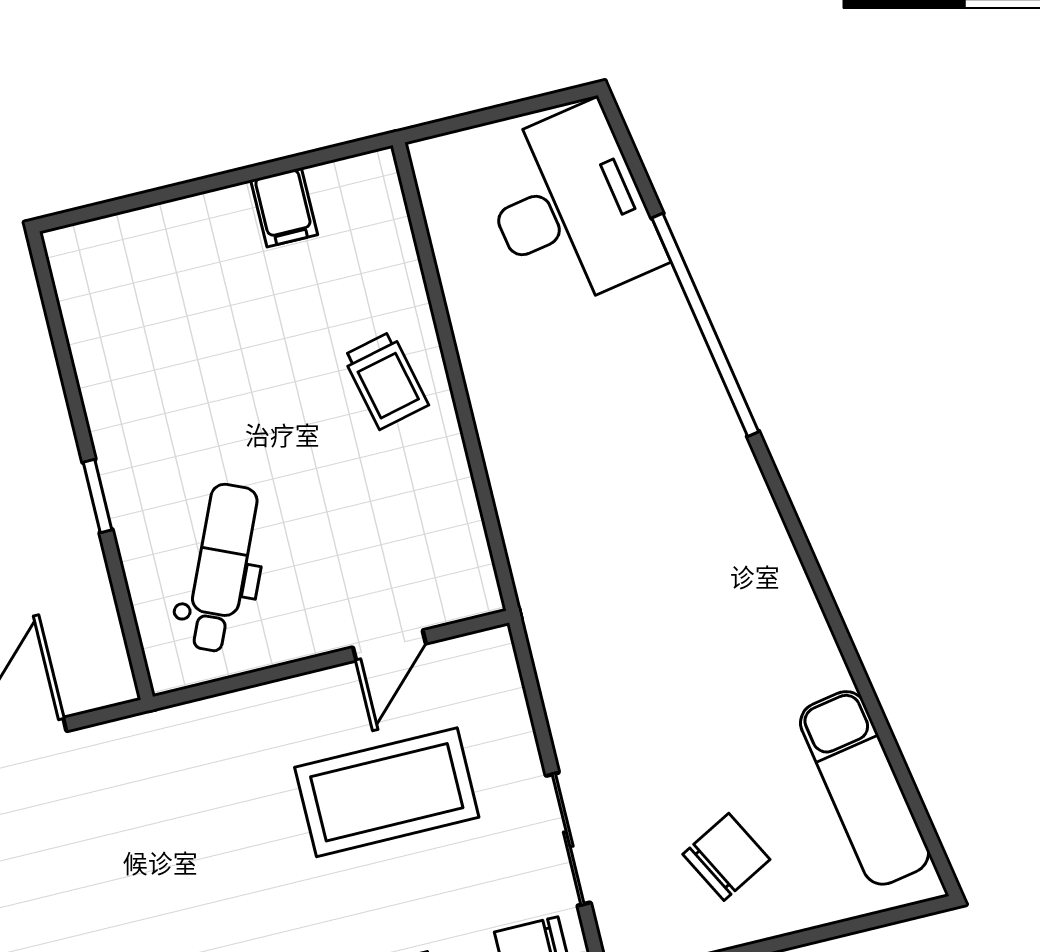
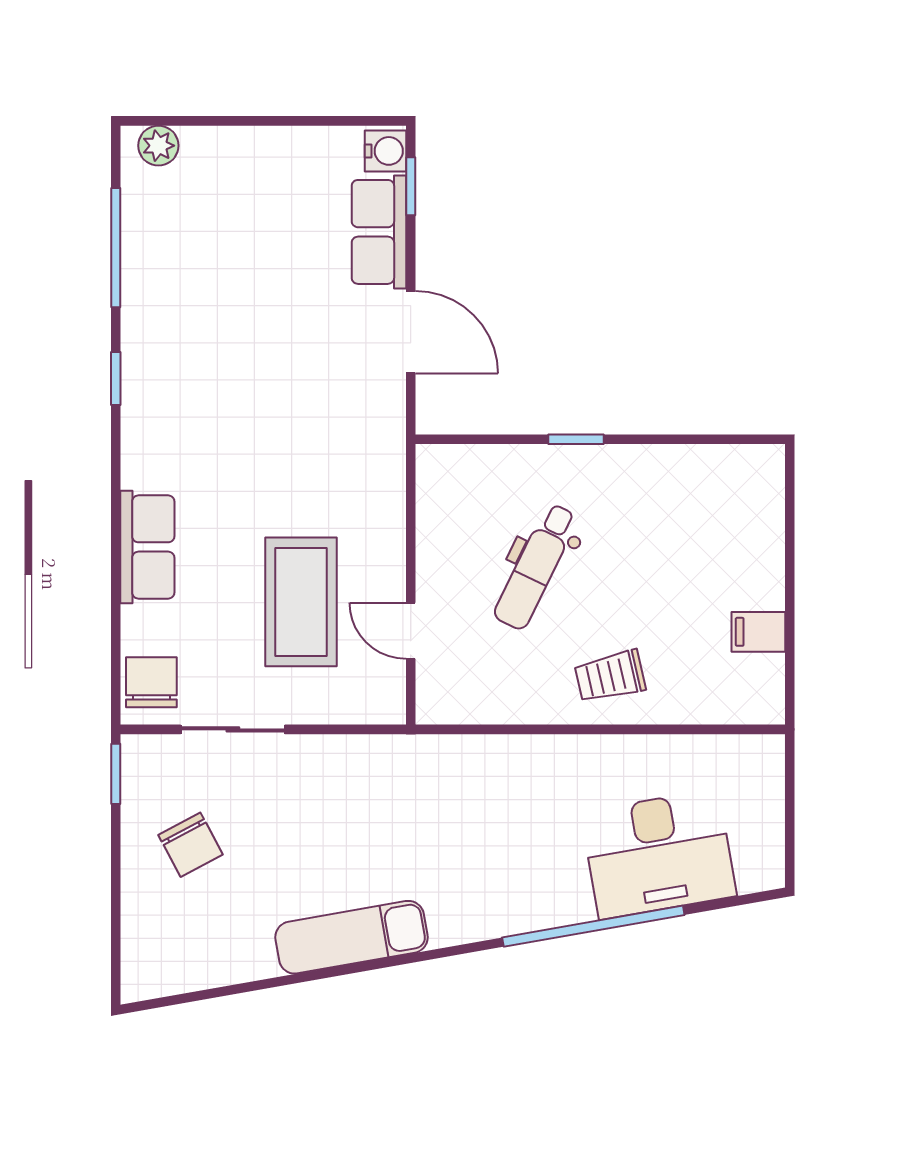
desk: (569, 208) -> (659, 854), moved
dental chair: (222, 568) -> (536, 567), moved, turned 92
exam couch: (864, 788) -> (352, 937), moved

